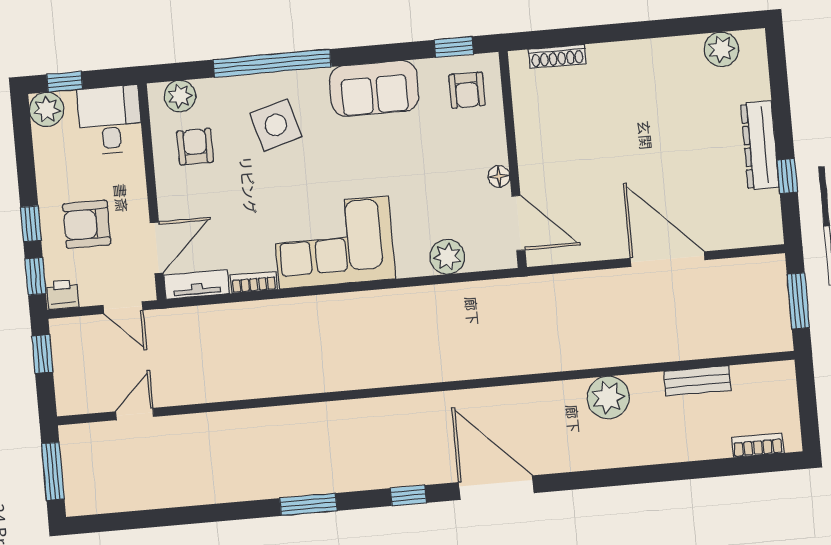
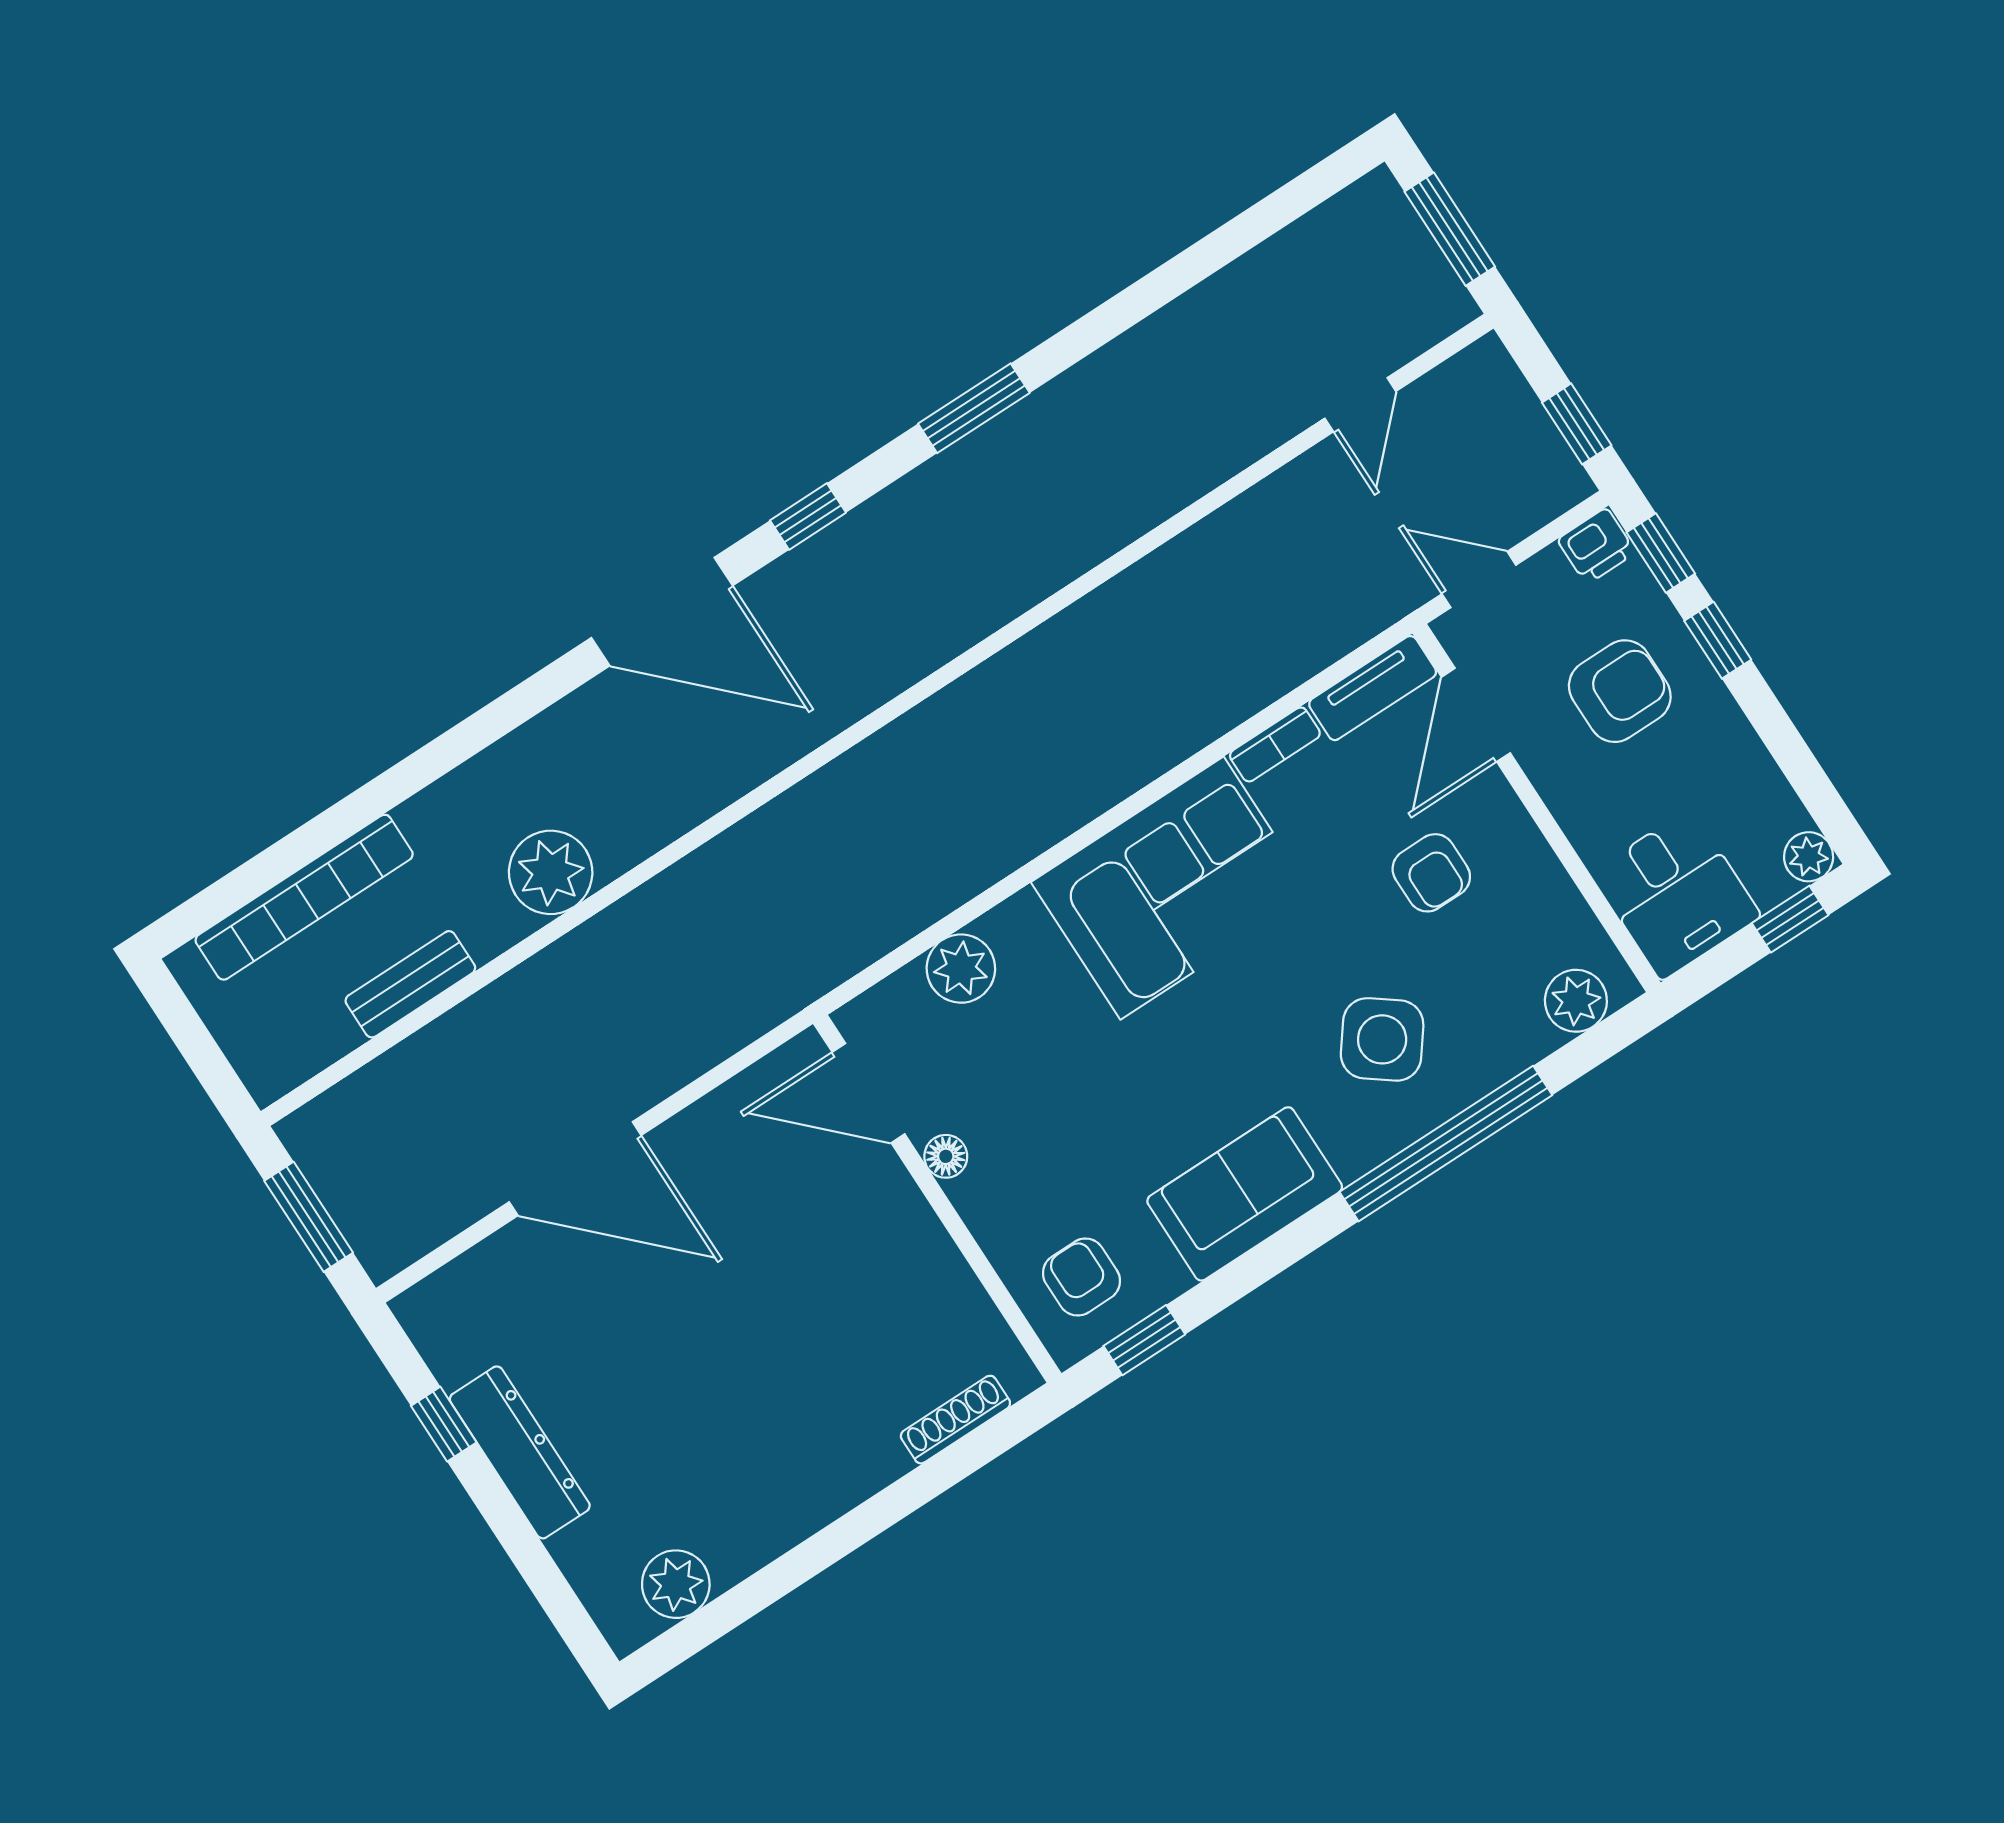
plant: (47, 109) -> (1809, 857), width x0.73, depth x0.73
side table: (276, 125) -> (1382, 1039), turned -37
armchair: (195, 147) -> (1431, 873), moved
bookcase: (758, 445) -> (304, 897), width x2.31, depth x1.31

